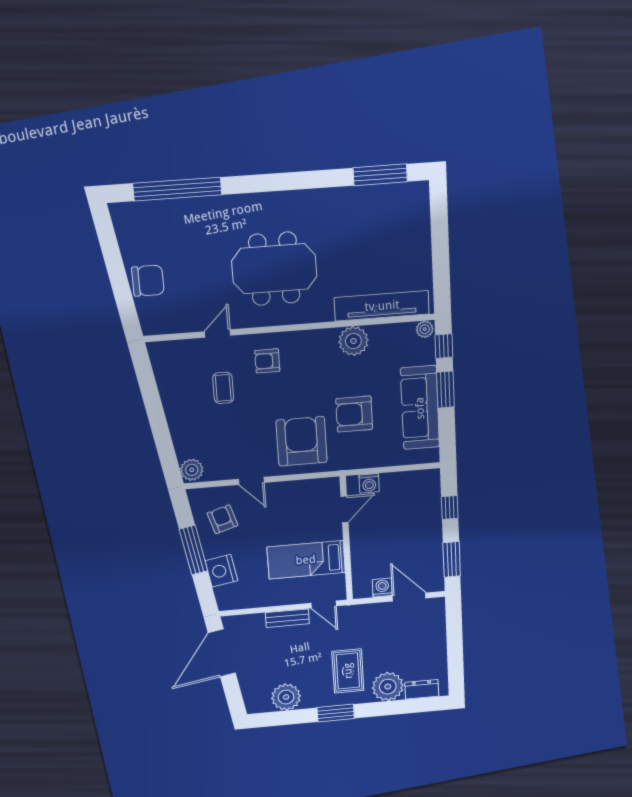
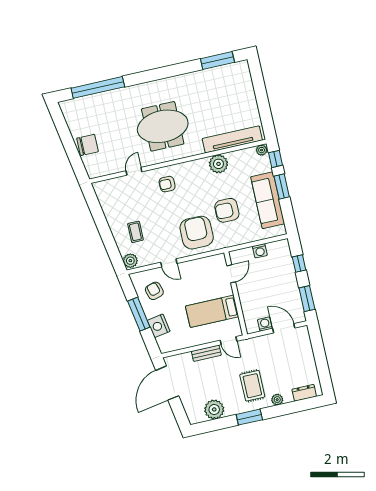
coffee table: (223, 388) -> (135, 232), moved
washing machine: (369, 483) -> (260, 251), moved
plant: (388, 687) -> (277, 400), width x0.53, depth x0.53

